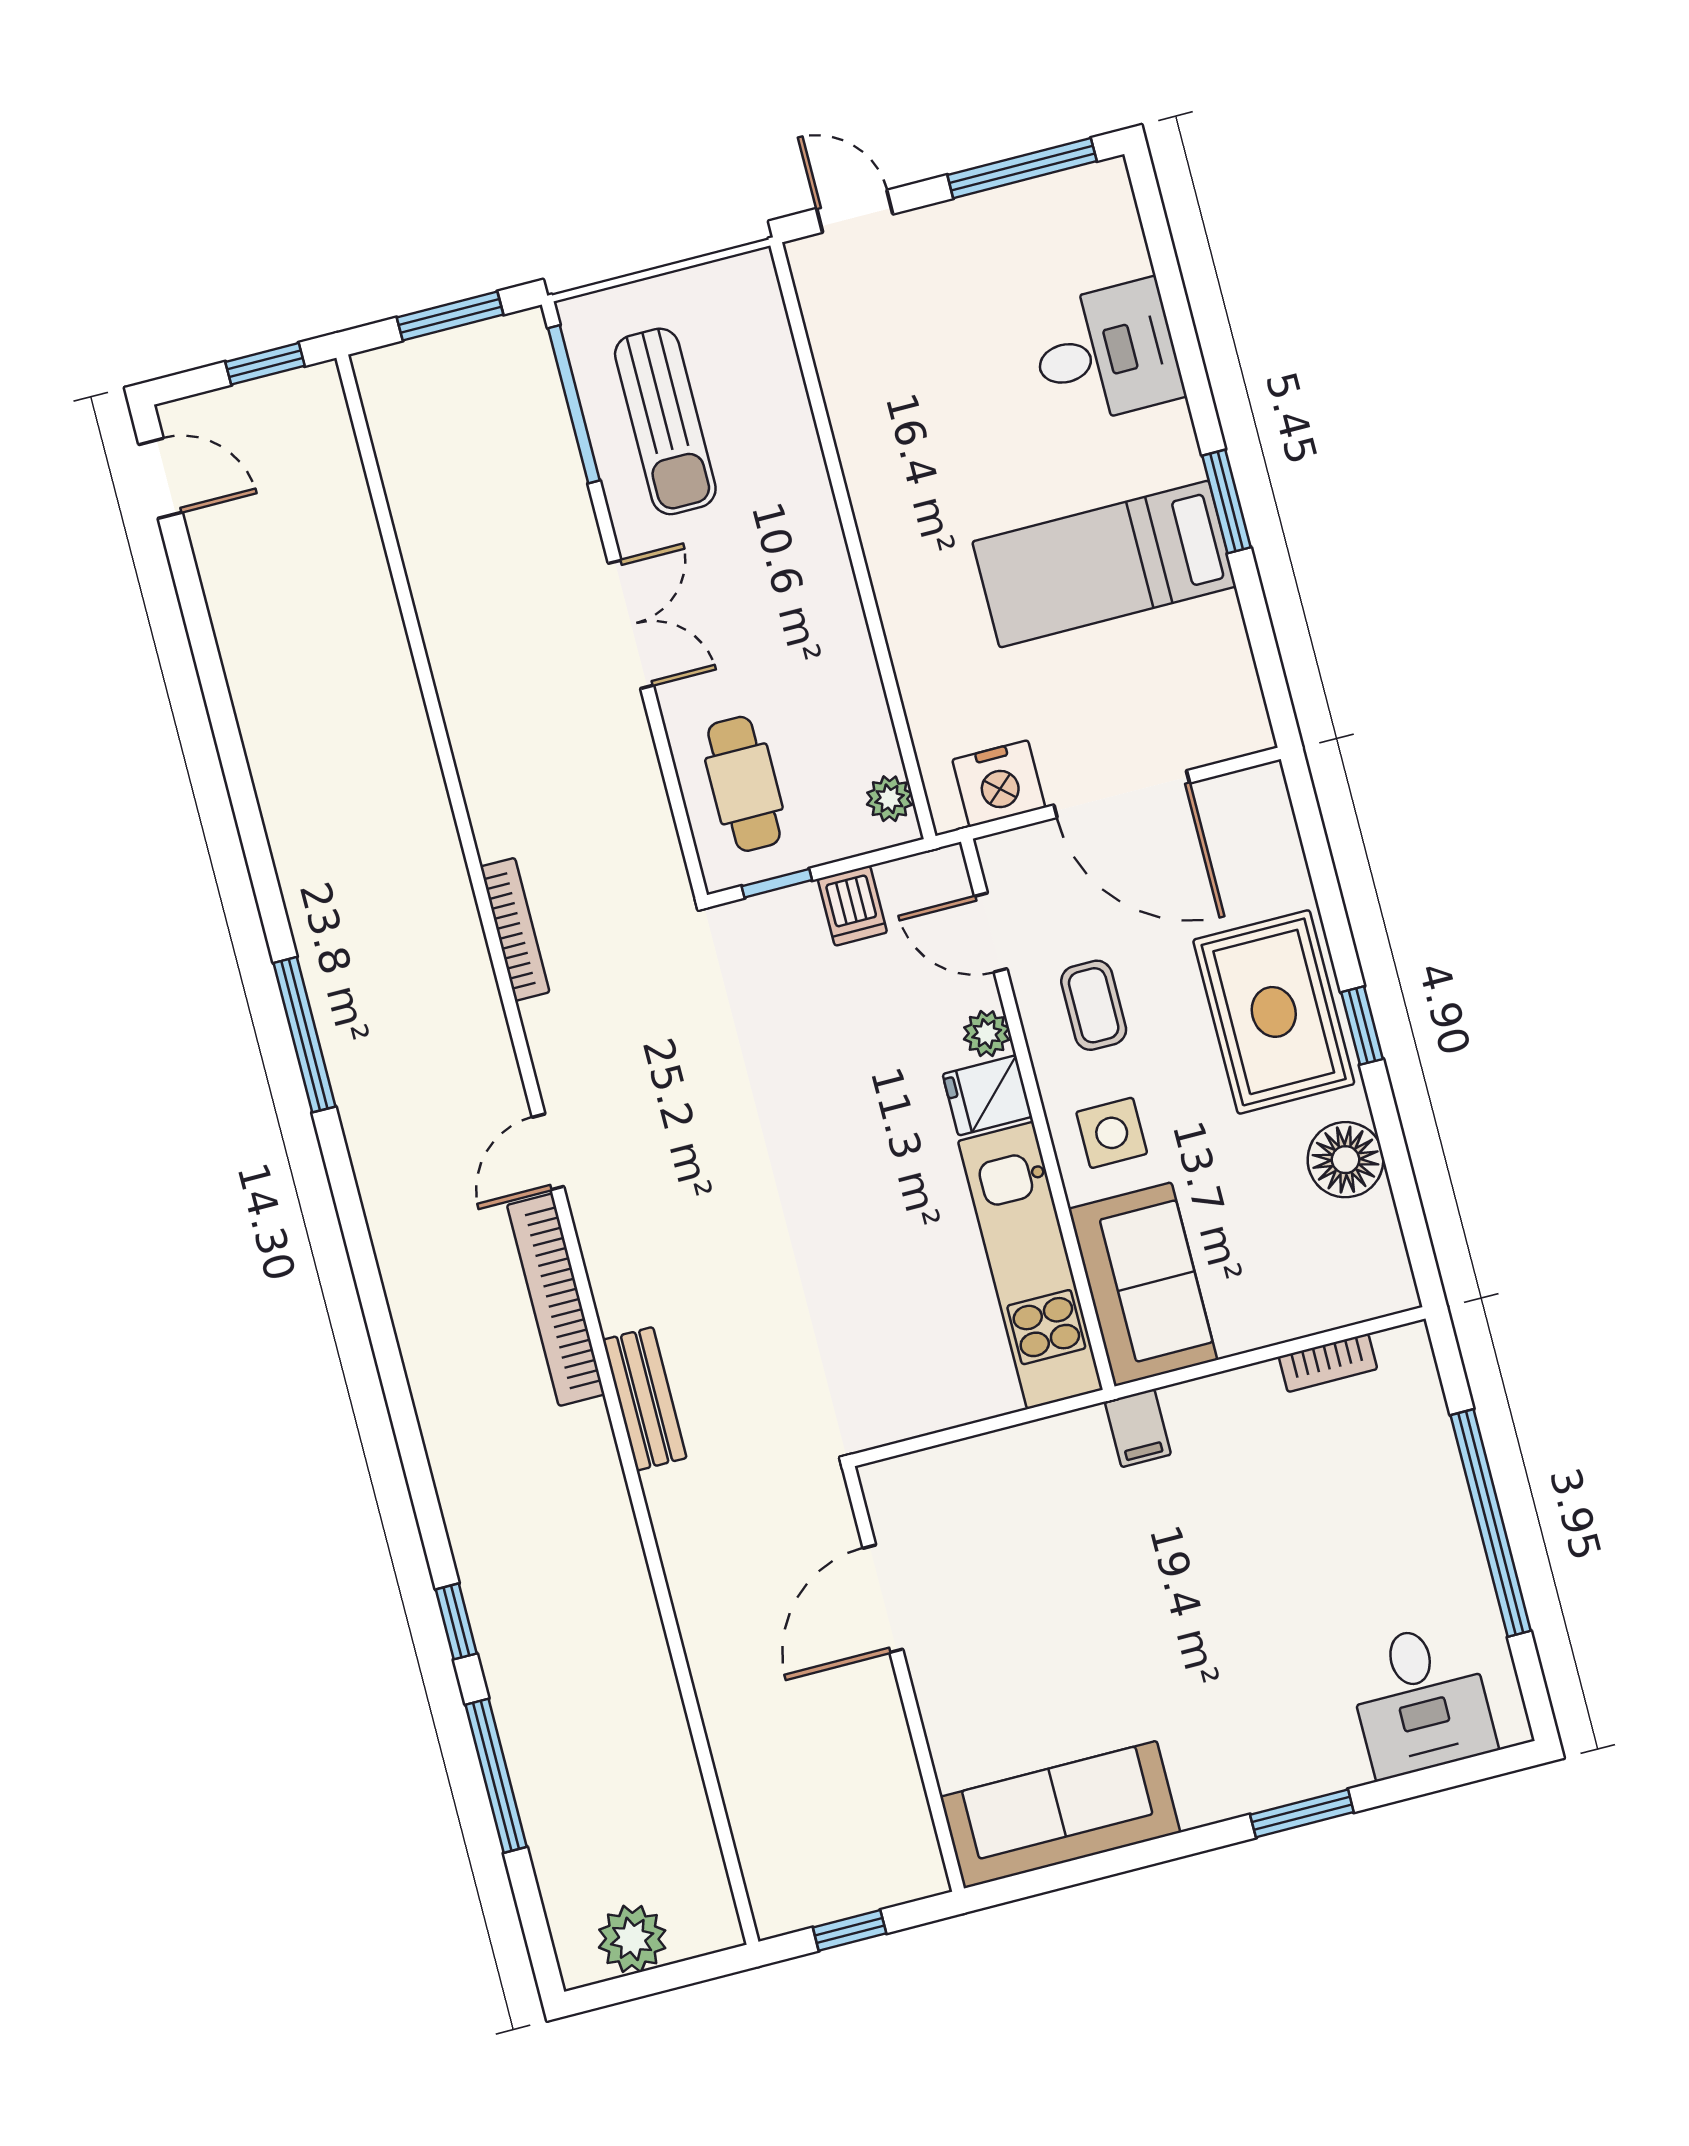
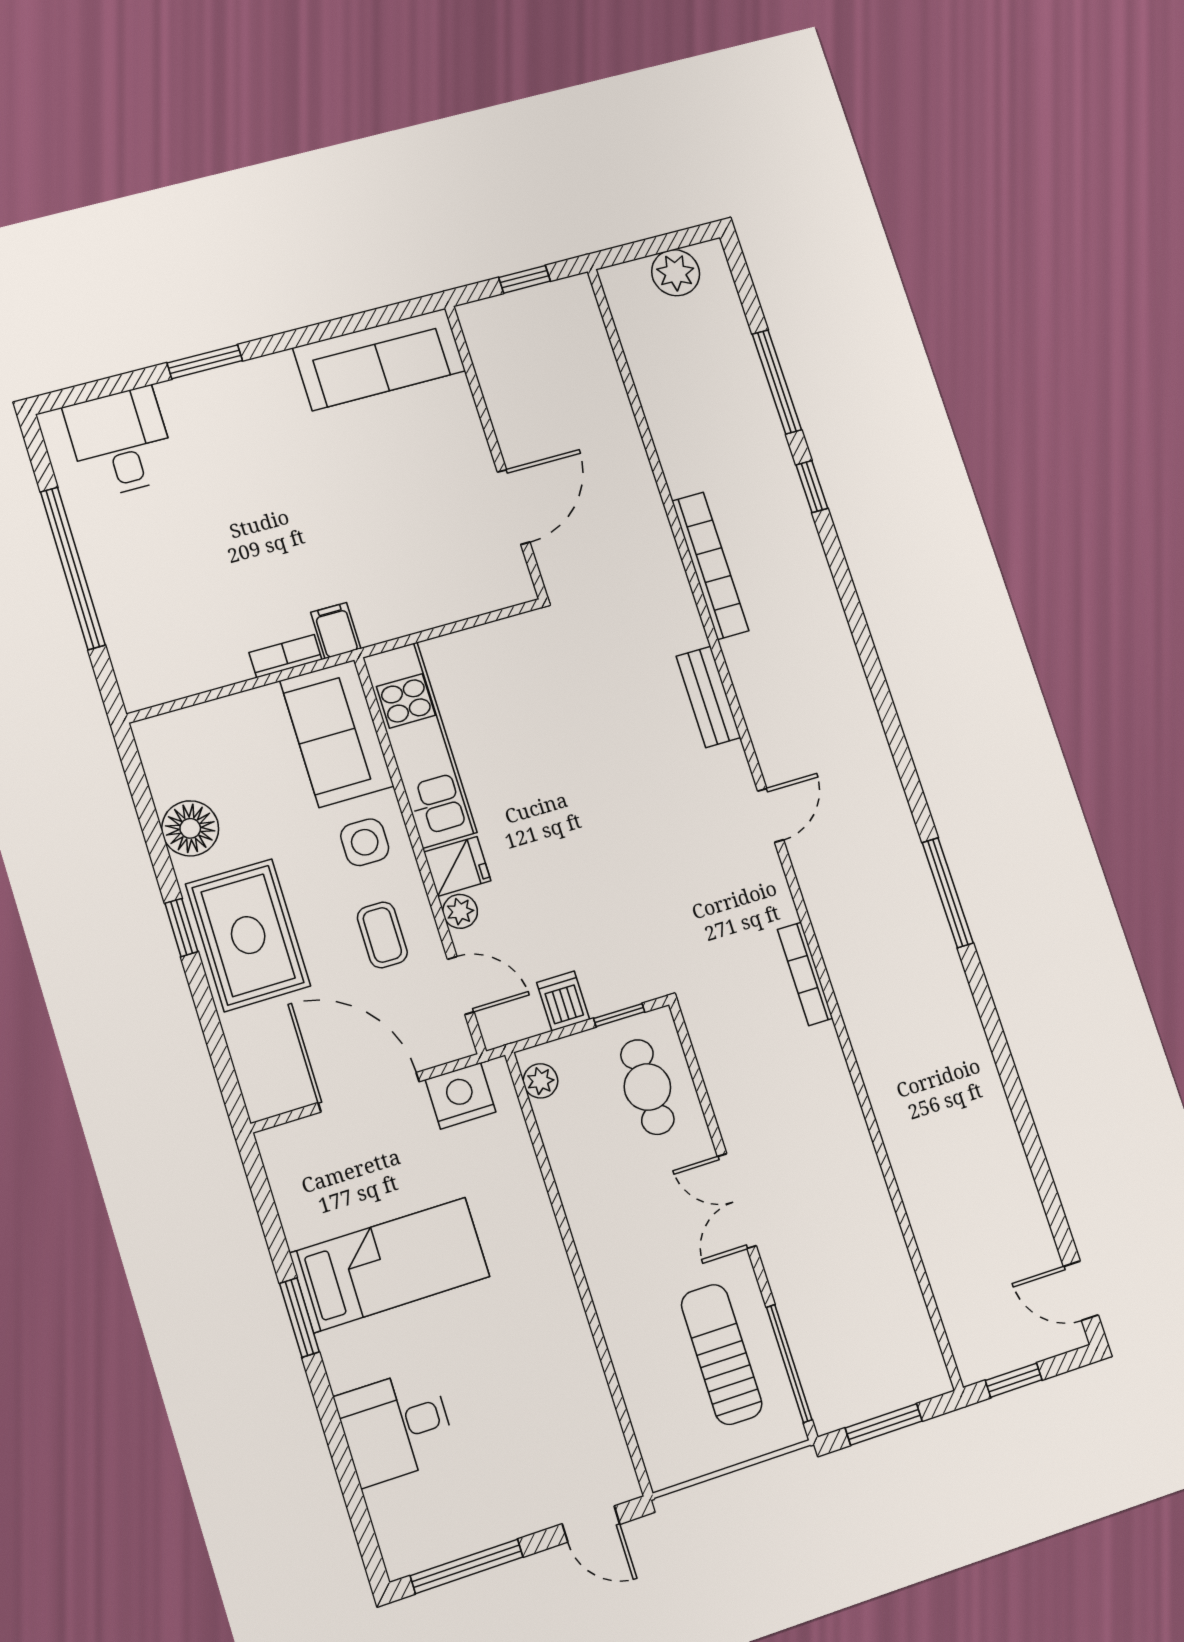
bookcase: (556, 1300) -> (710, 566), moved
bookcase: (1328, 1363) -> (285, 656), moved
bench: (645, 1399) -> (708, 697), moved

